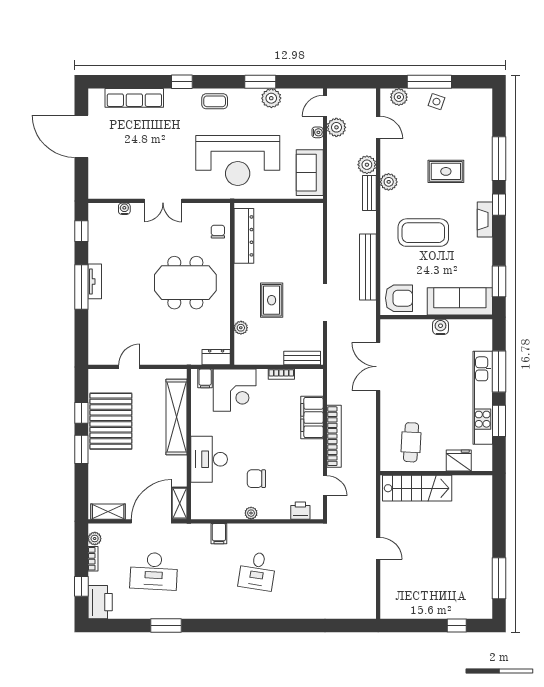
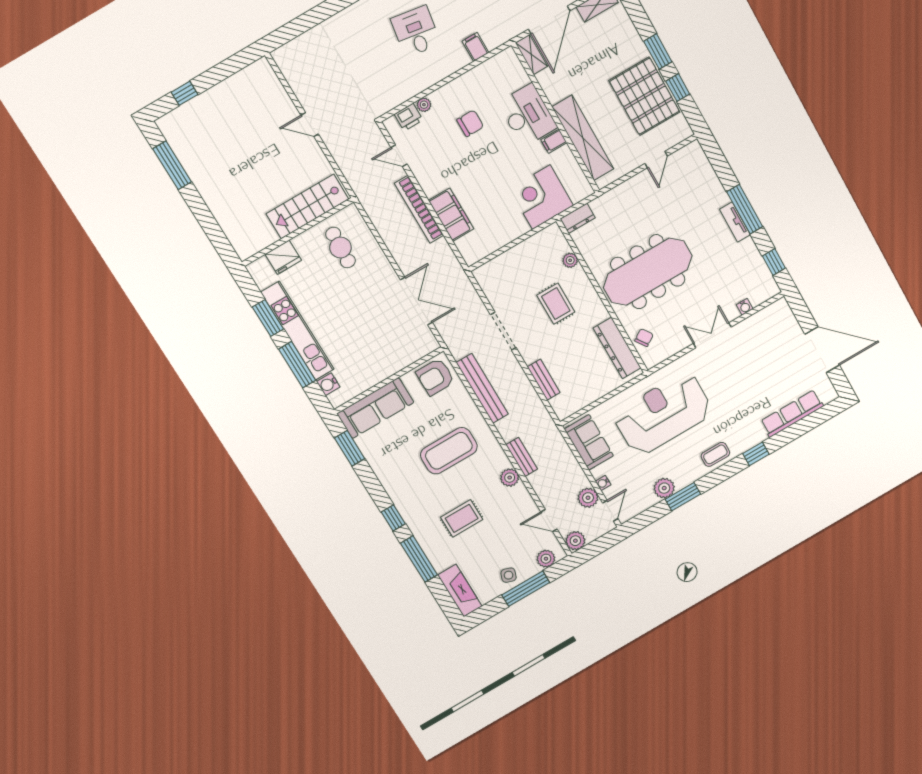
plant: (367, 165) -> (575, 541), moved
fireplace: (485, 220) -> (460, 591), moved, width x1.37, depth x1.32
chair: (218, 232) -> (644, 338), turned -124
meeting table: (185, 283) -> (648, 272), width x1.36
water cooler: (441, 327) -> (328, 384), moved, turned 90
bench: (302, 358) -> (544, 380), moved, turned 90
bookcase: (281, 374) -> (505, 239), removed
filing cabinet: (205, 378) -> (554, 141), moved, turned -90
plant: (251, 513) -> (424, 105), moved

